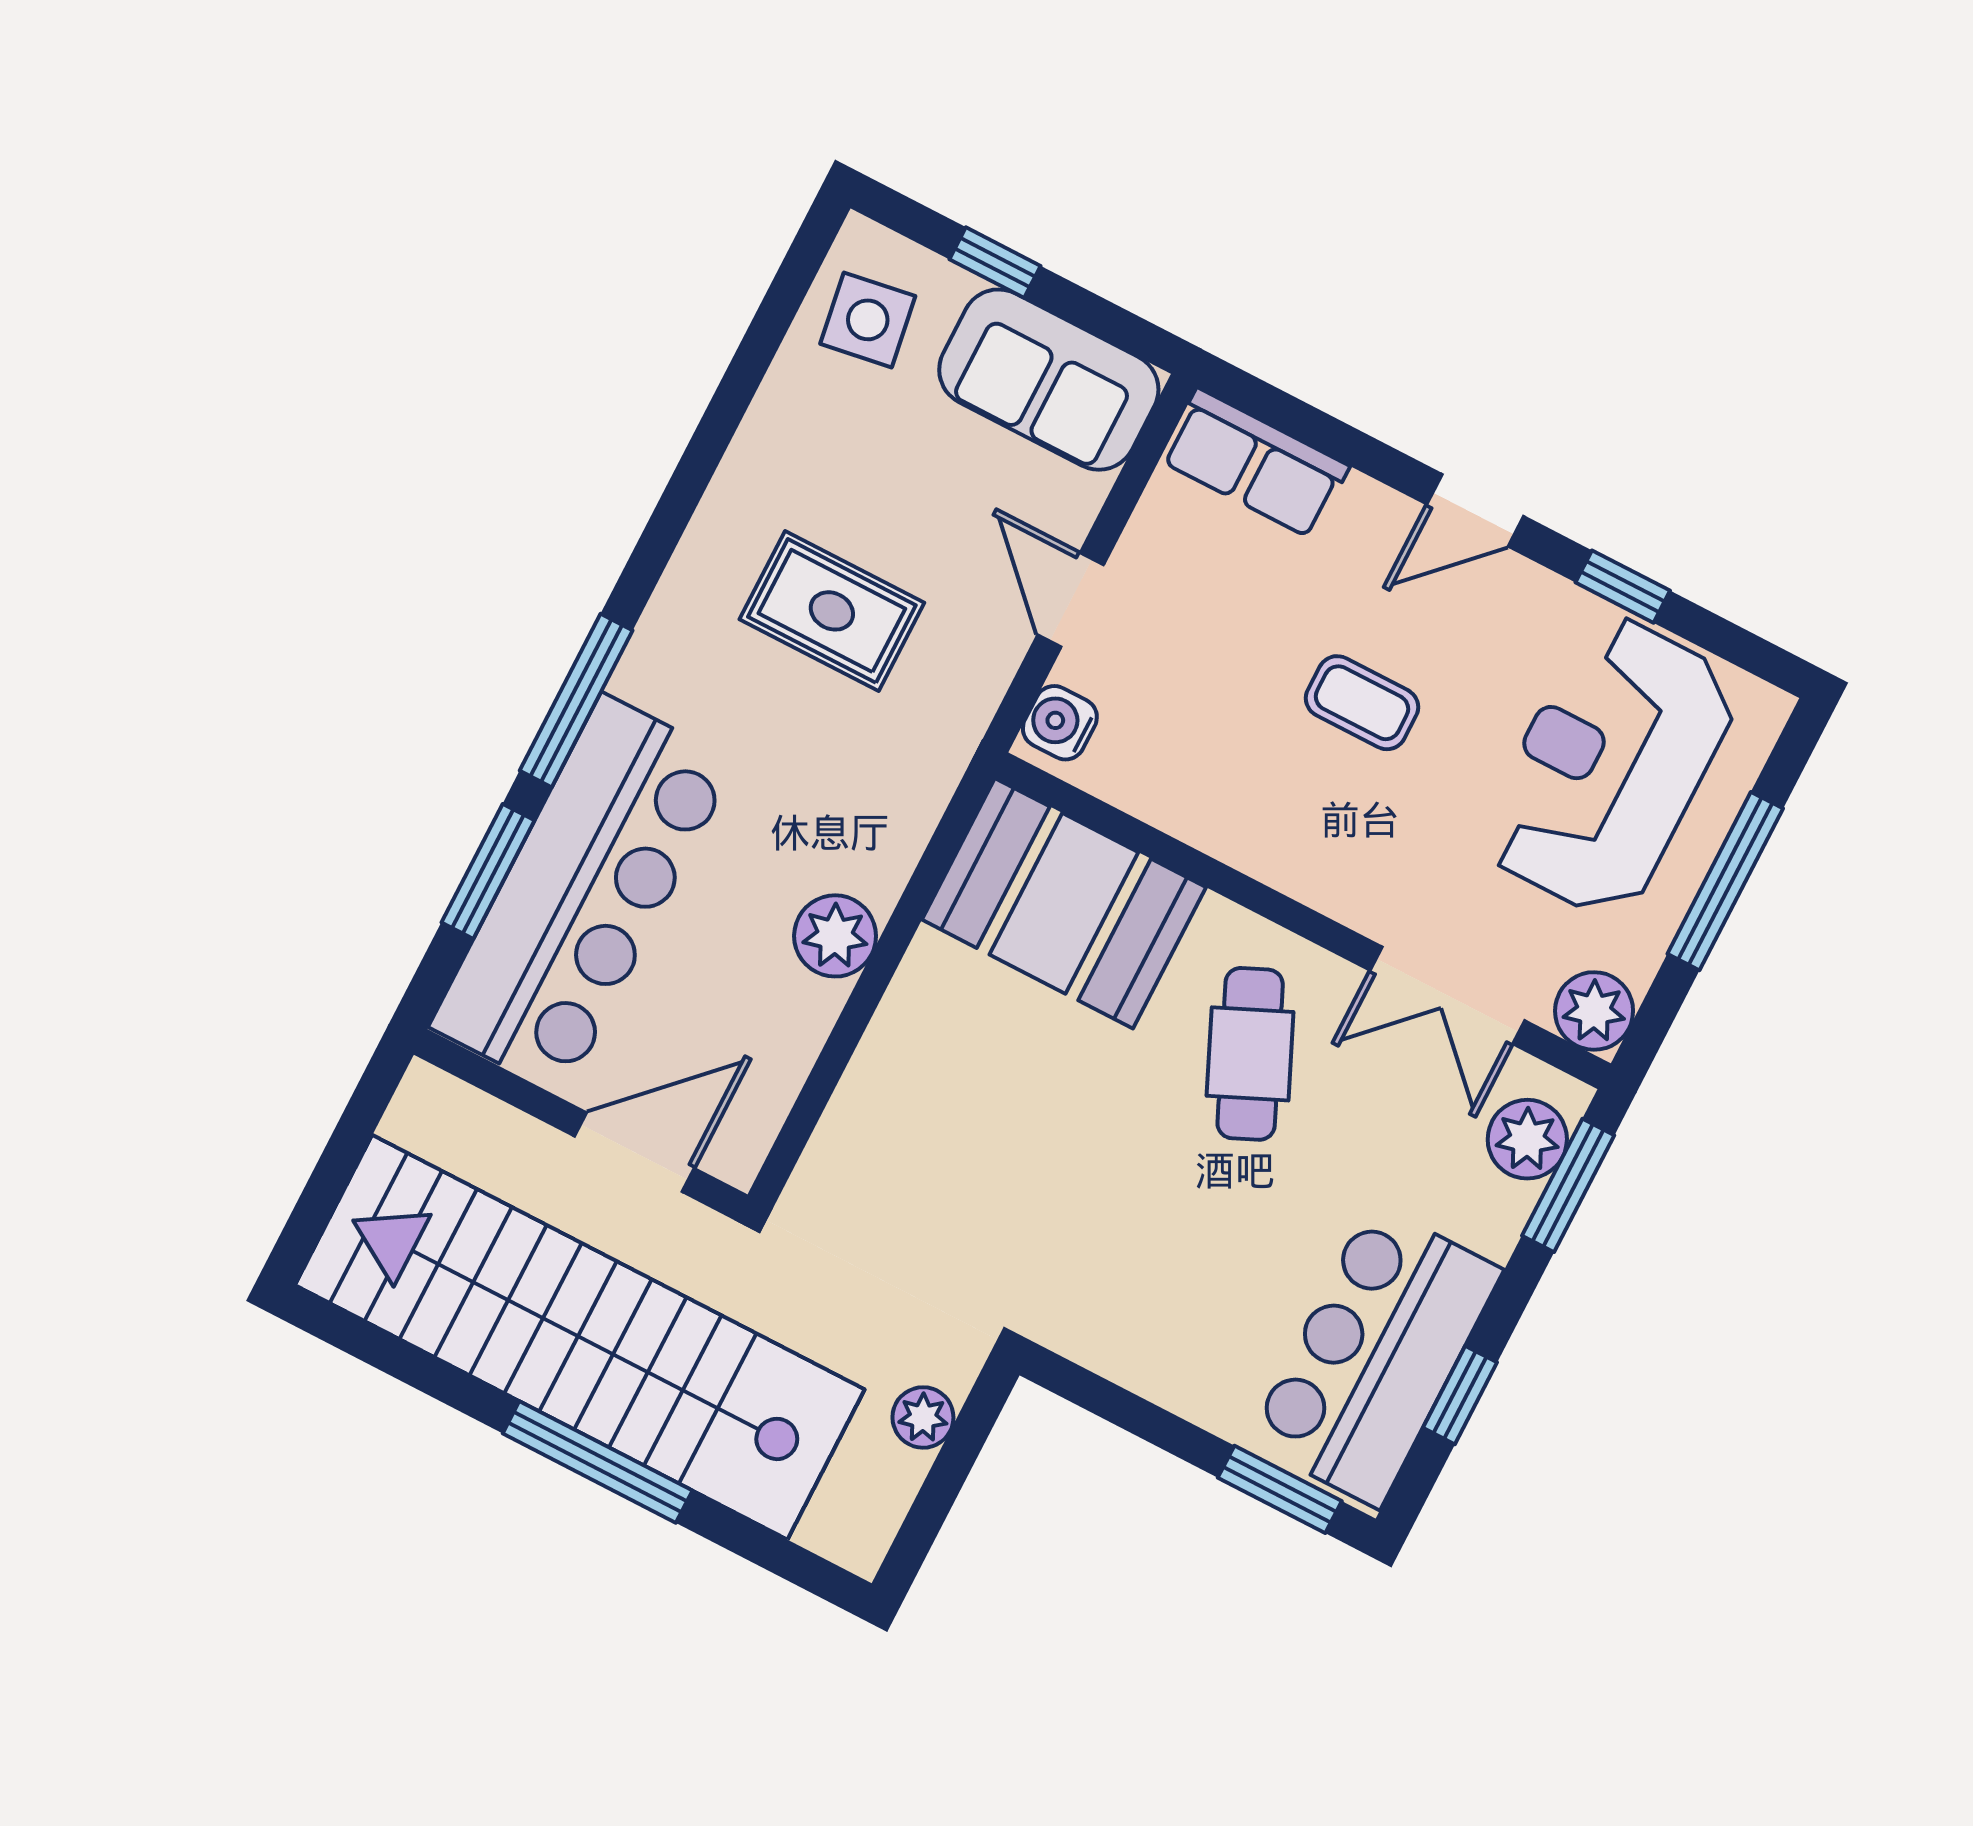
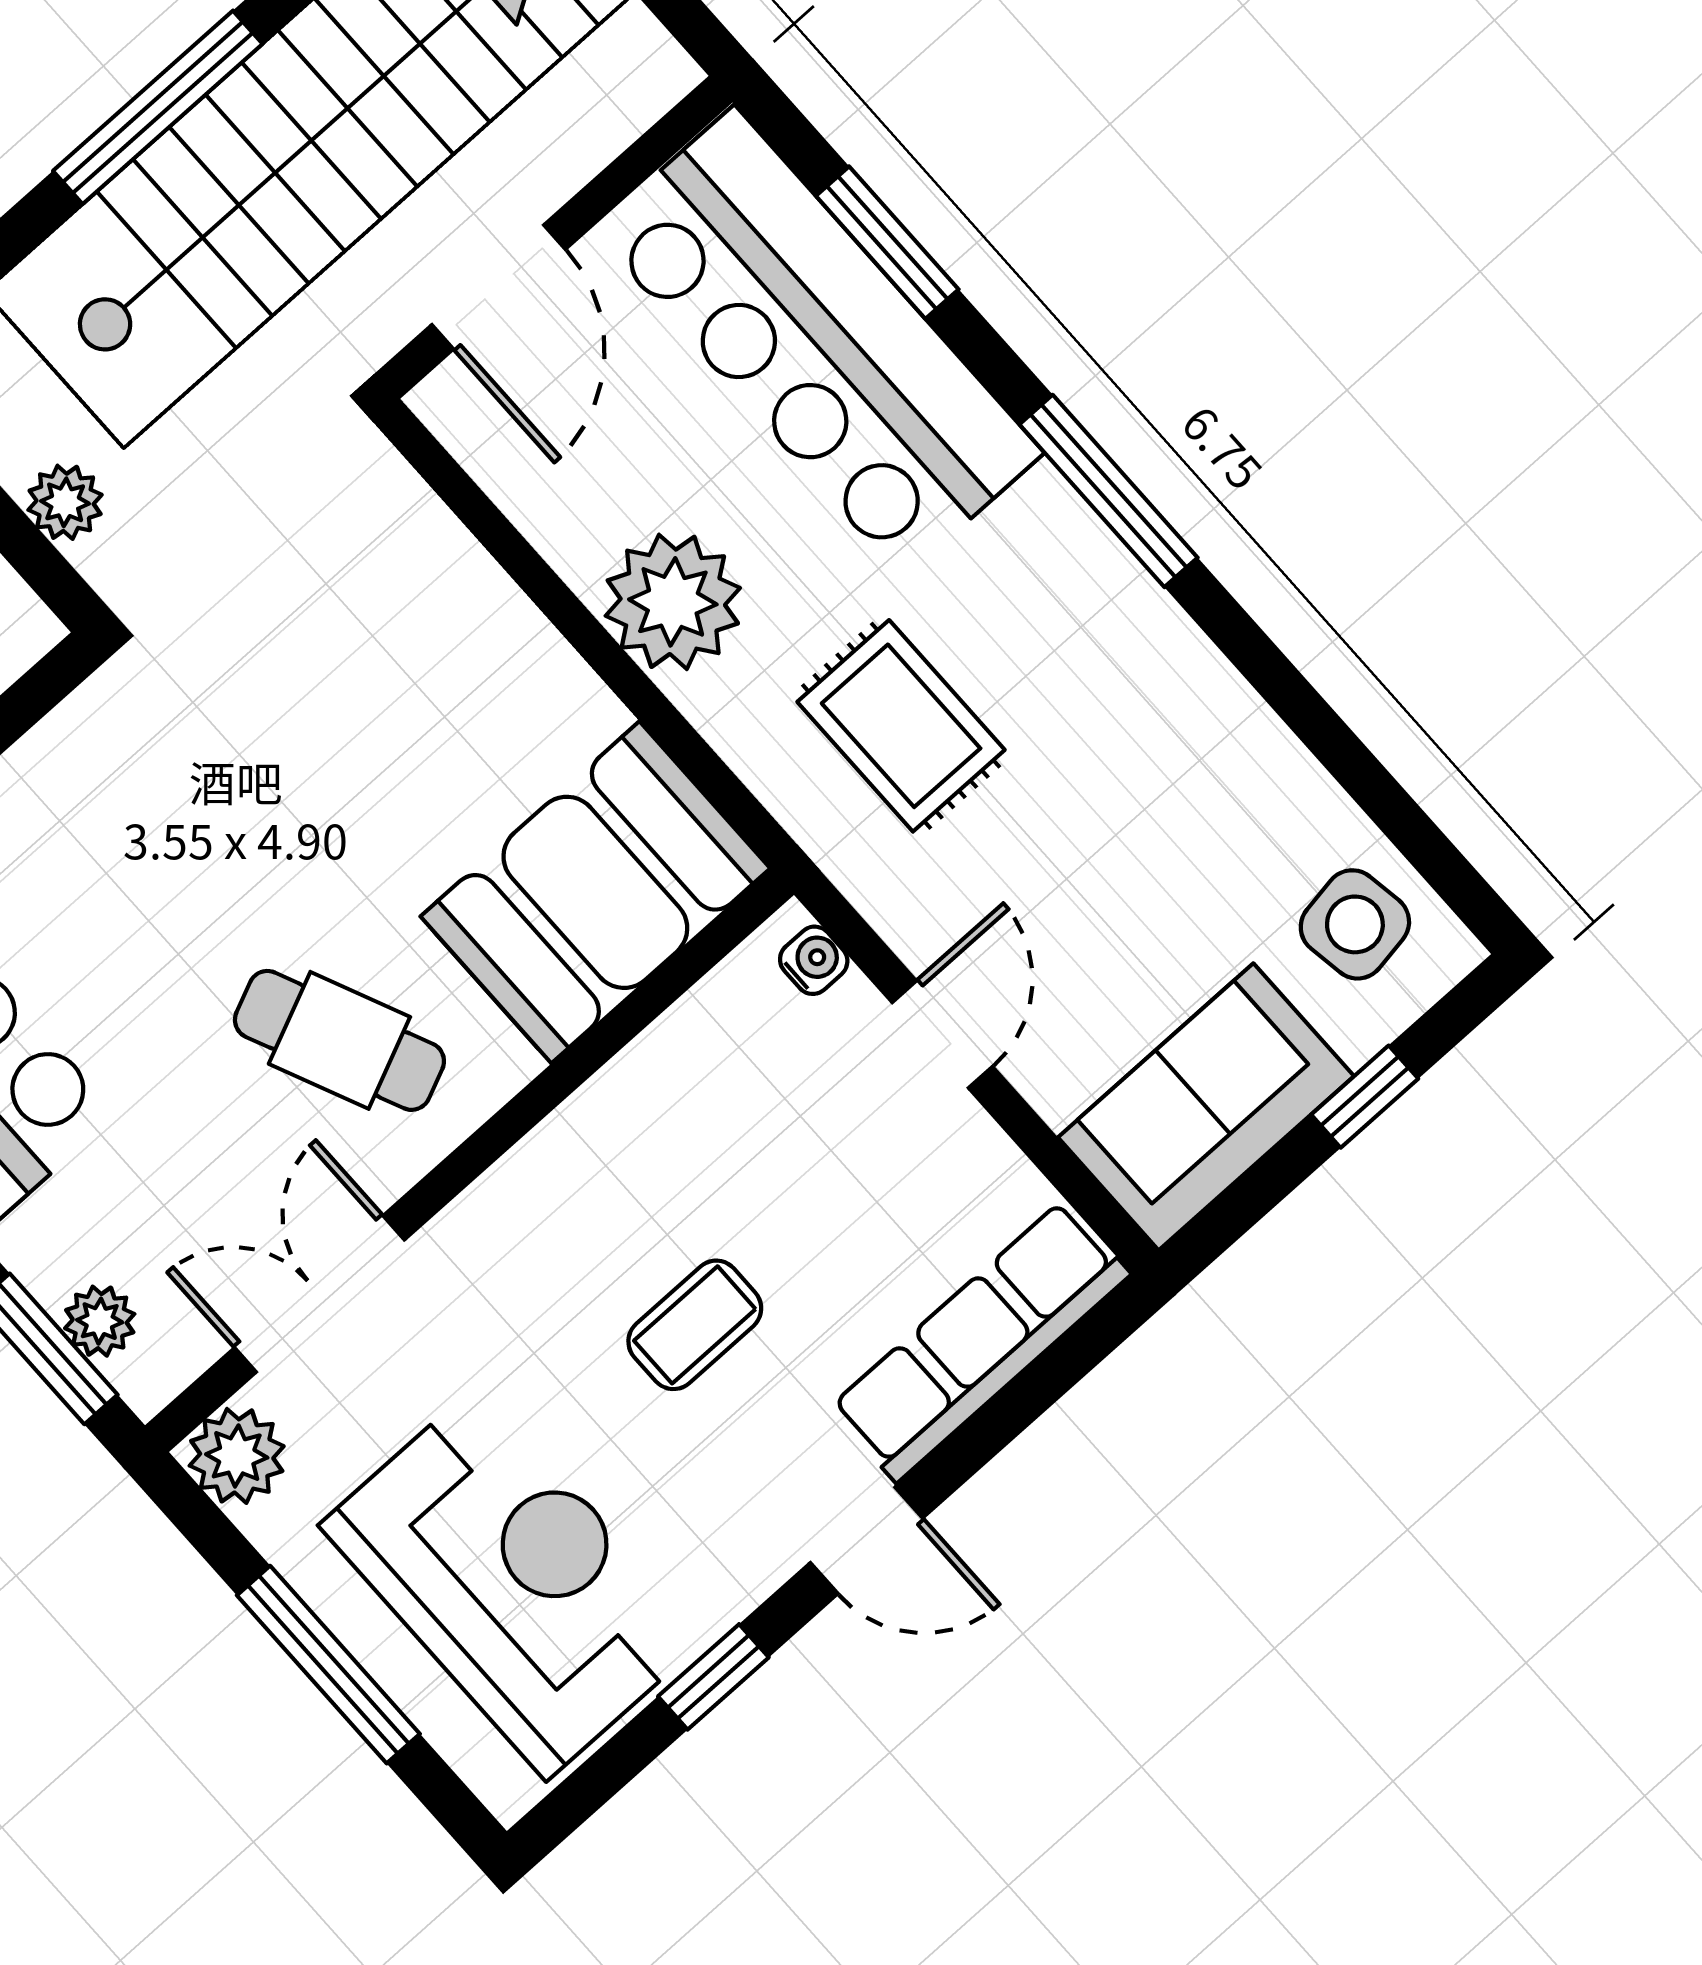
row of seats: (1255, 463) -> (980, 1341), width x1.48
door: (1475, 510) -> (867, 1540), swing flipped
door: (1071, 600) -> (942, 1034), hinge flipped
rug: (832, 611) -> (901, 726), moved, turned 90
window: (576, 701) -> (1109, 491), moved
water cooler: (1060, 723) -> (814, 960), width x0.72, depth x0.72
plant: (835, 936) -> (673, 602), width x1.36, depth x1.36
plant: (1527, 1139) -> (100, 1321), width x0.73, depth x0.73

